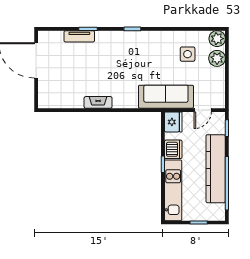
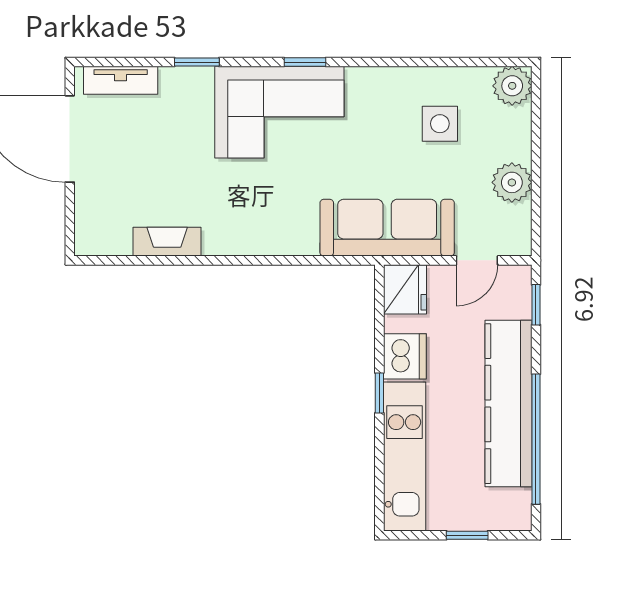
tv unit: (79, 36) -> (121, 80), moved
corner sofa: (122, 49) -> (279, 112), added
plant: (217, 58) -> (512, 182), moved
fireplace: (98, 102) -> (167, 242), moved

